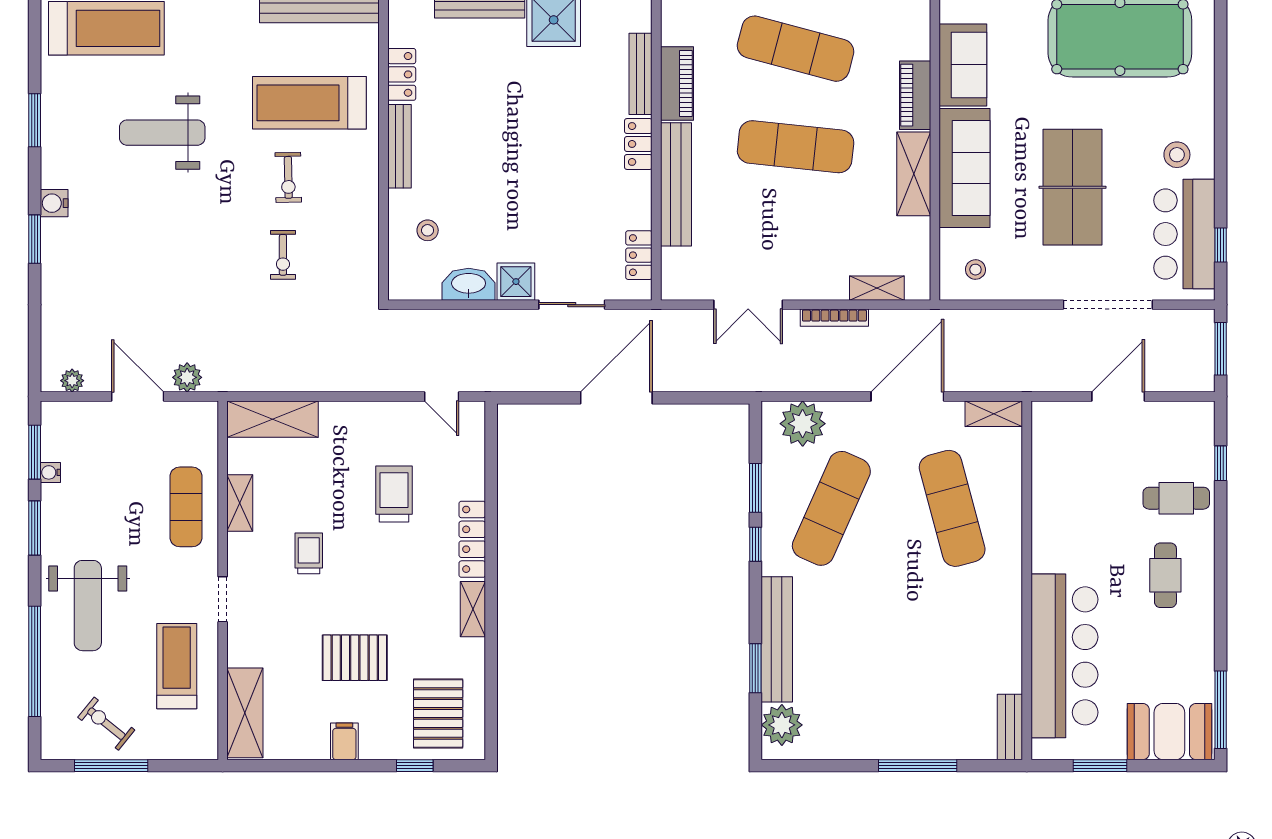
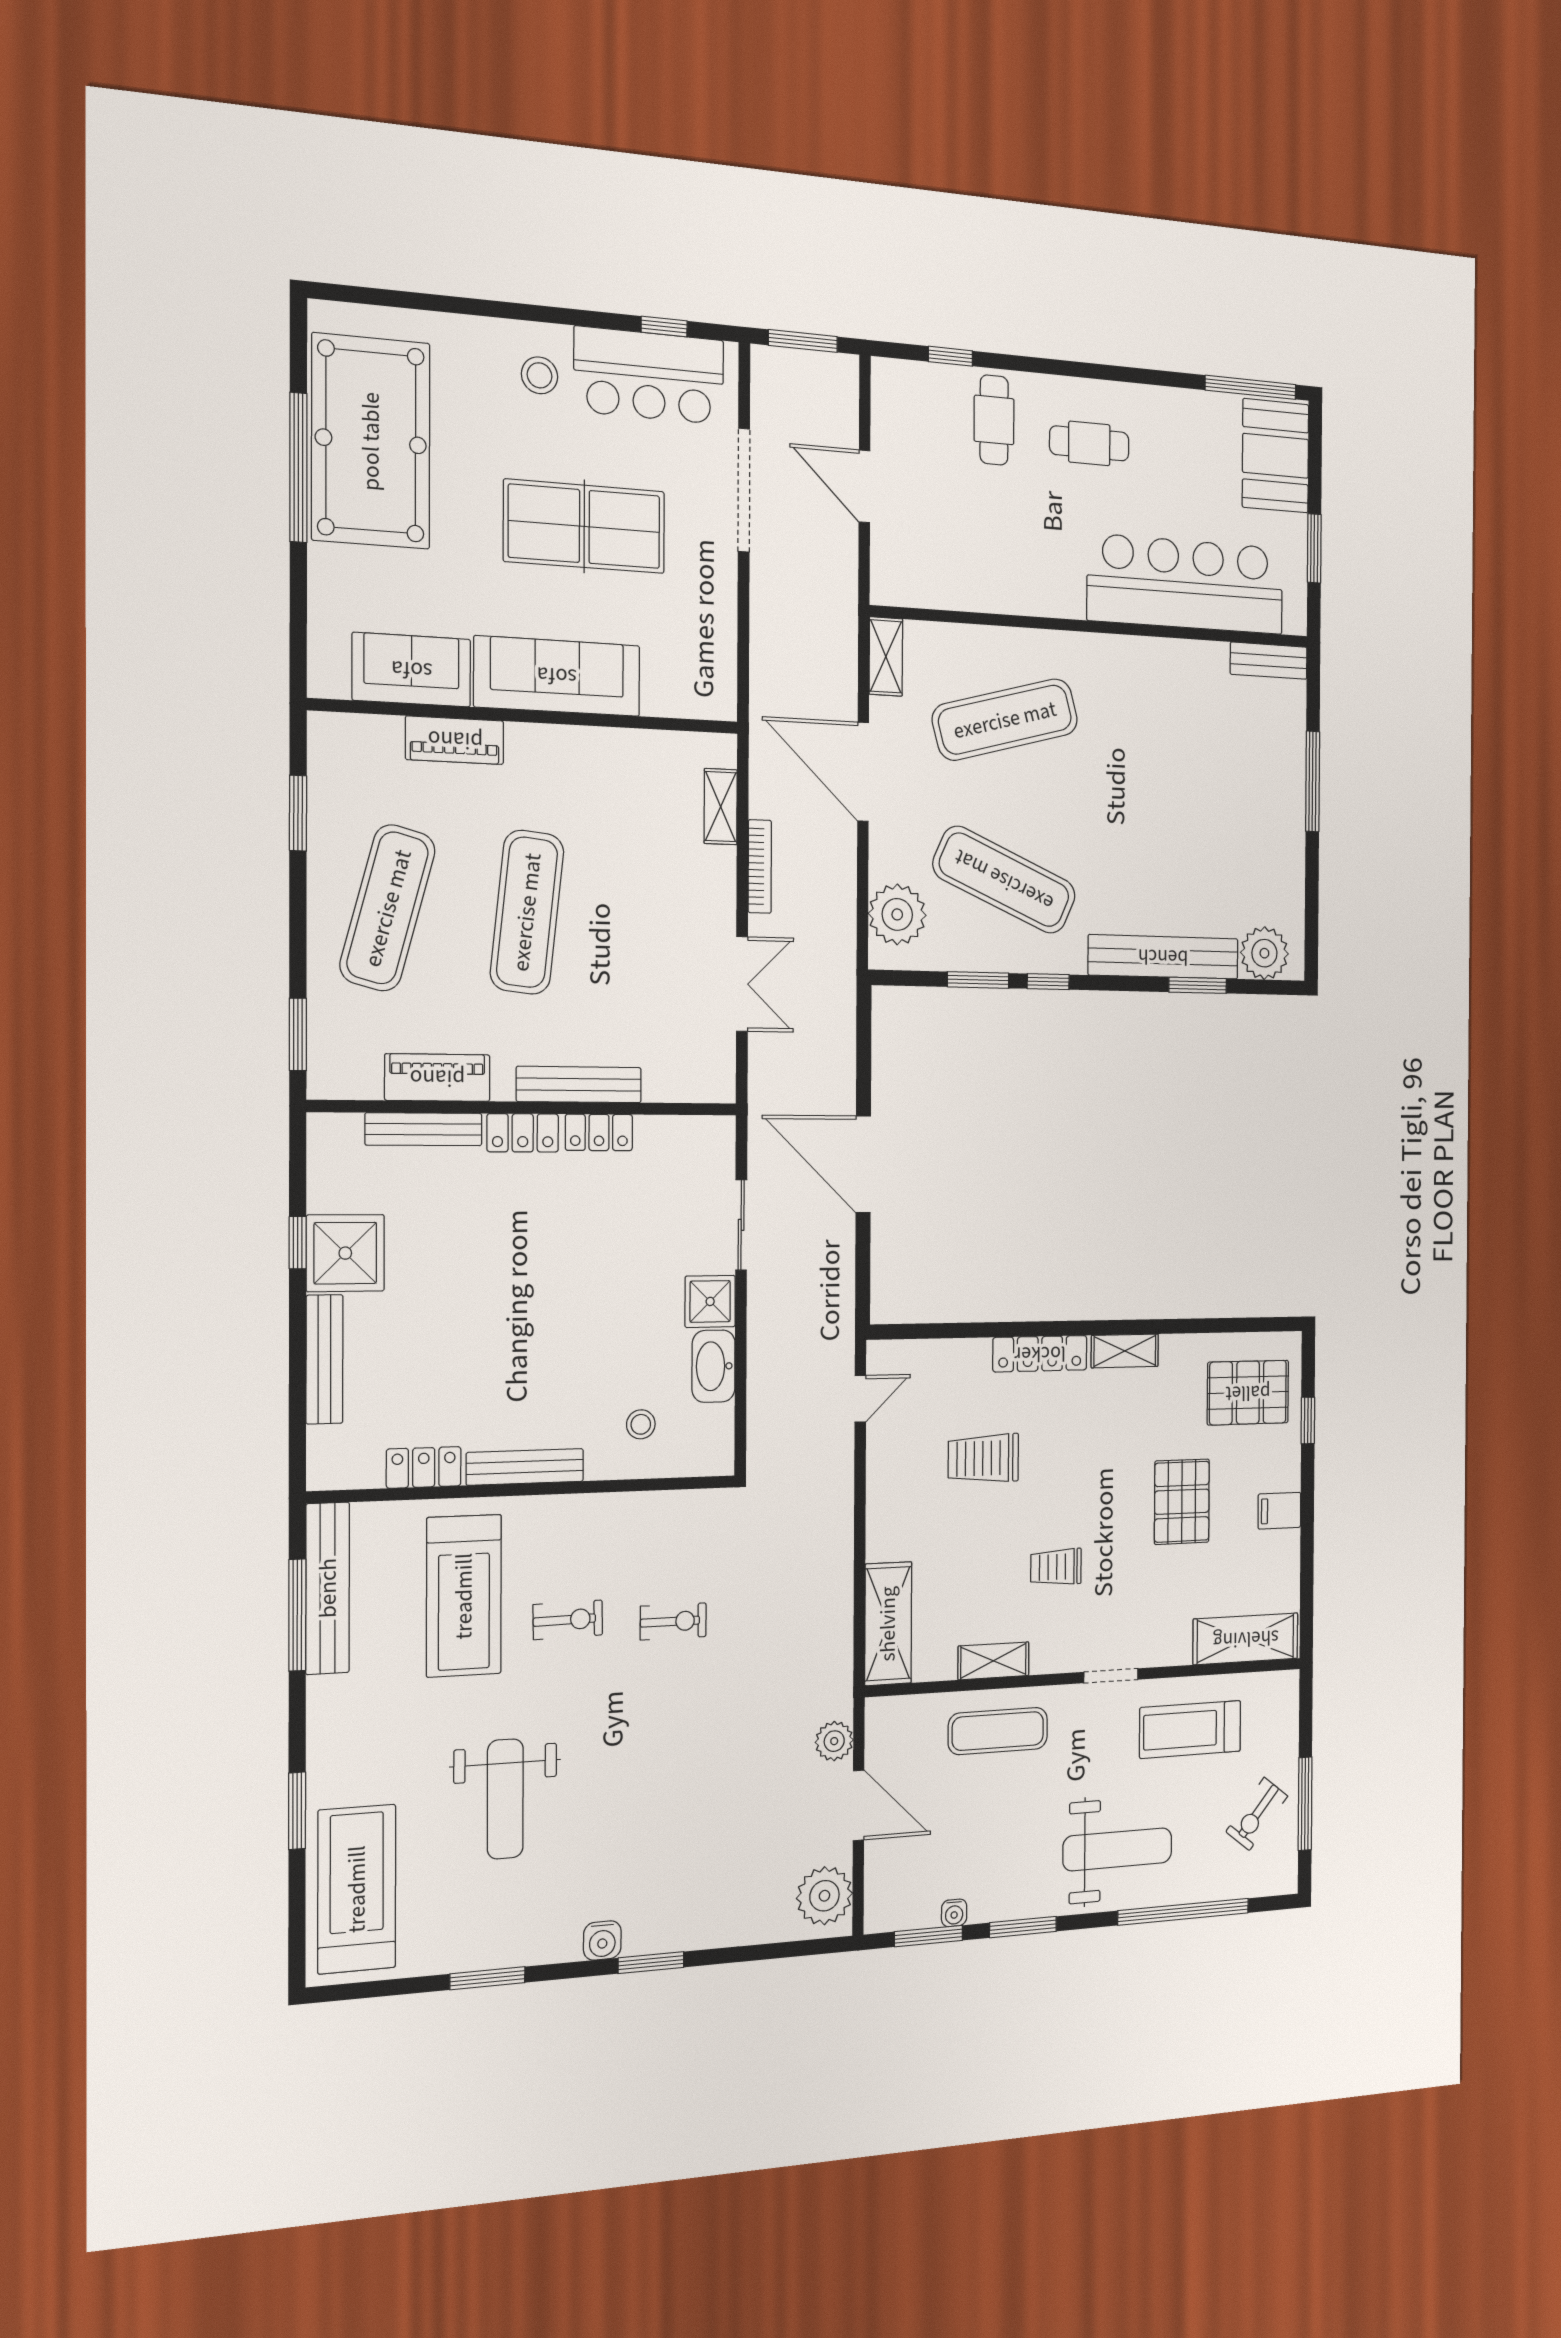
shelving: (914, 174) -> (565, 748), removed
bench: (676, 184) -> (579, 1085), width x0.73, depth x0.82
locker: (639, 255) -> (599, 1132), moved
stool: (975, 270) -> (696, 669), removed
plant: (72, 381) -> (824, 1896), width x1.87, depth x1.87
door: (138, 397) -> (859, 1805), swing flipped

